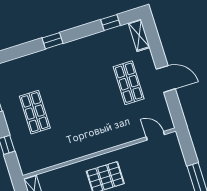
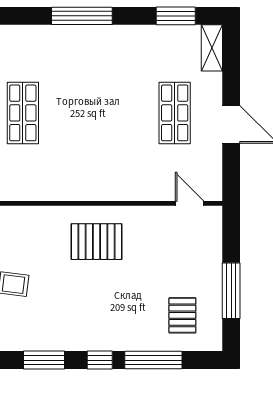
window: (111, 22) -> (176, 16), width x1.50
window: (53, 41) -> (82, 16), width x2.17

